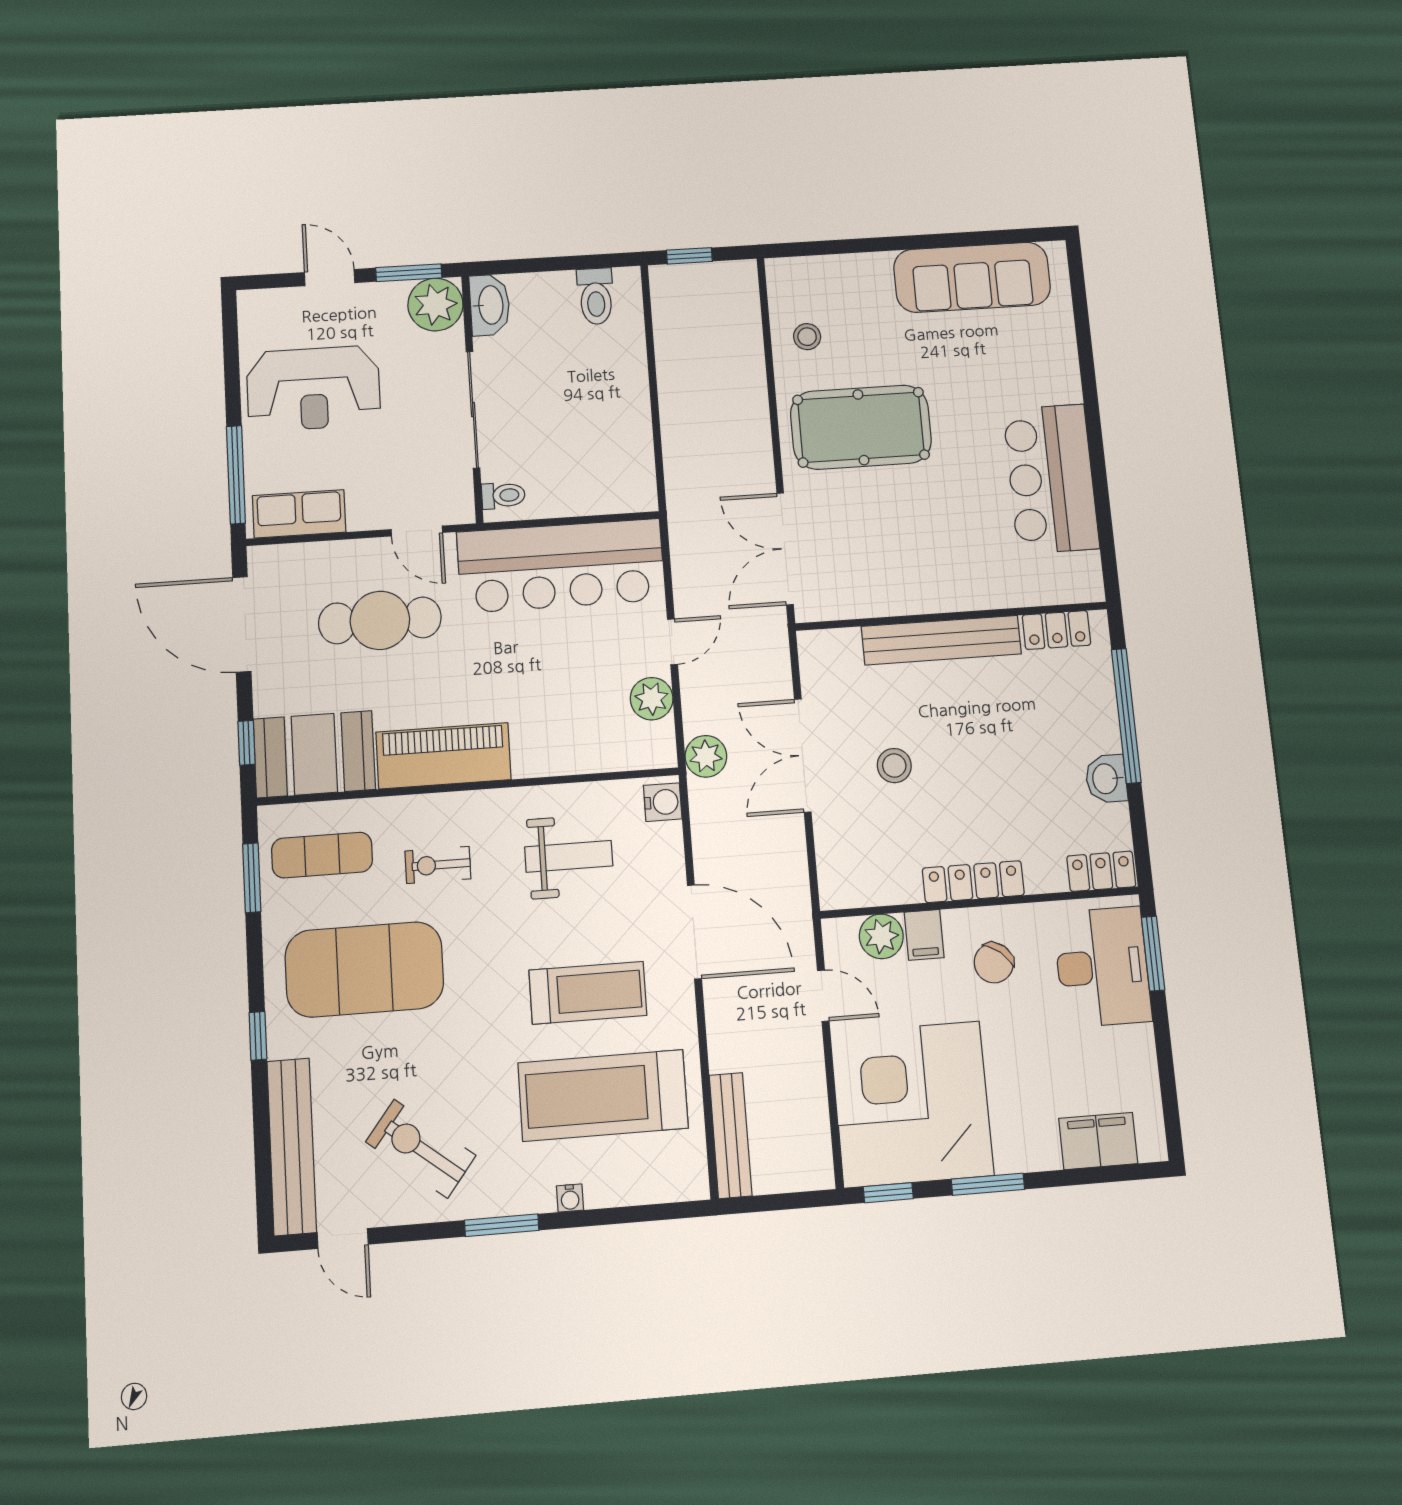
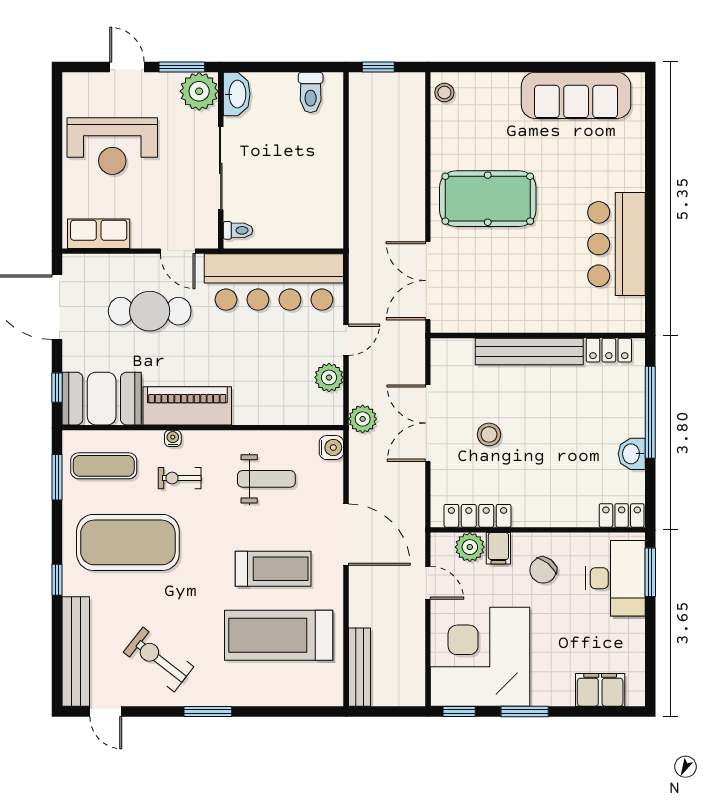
stool: (807, 337) -> (444, 93), moved
window: (236, 475) -> (57, 204), removed
locker: (973, 882) -> (478, 516), moved
water cooler: (570, 1198) -> (173, 438), moved, turned 180

